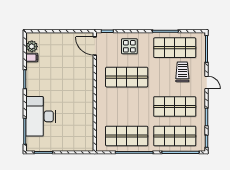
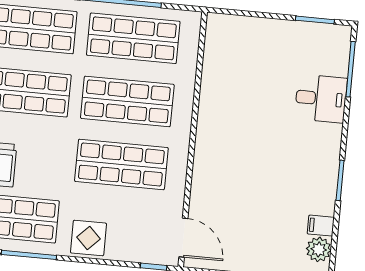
display table: (129, 46) -> (88, 238), moved
shop shelf: (127, 107) -> (127, 101), added
desk: (41, 116) -> (321, 99), width x0.53, depth x0.77

